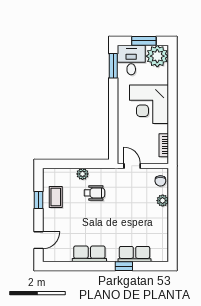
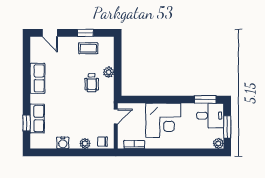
plant: (157, 56) -> (218, 143), width x0.53, depth x0.53
corner desk: (149, 104) -> (163, 120), moved, turned 180
water cooler: (162, 225) -> (63, 143), added
window: (124, 266) -> (27, 123), moved

